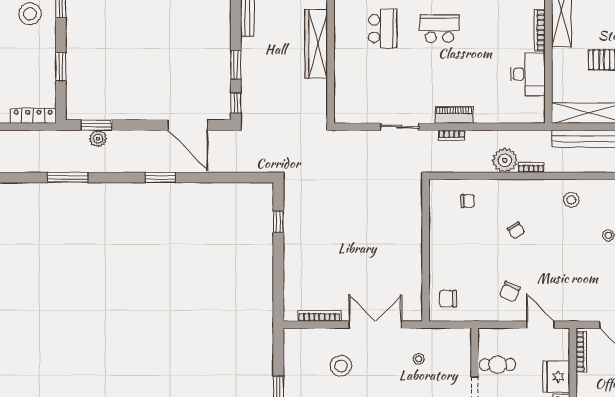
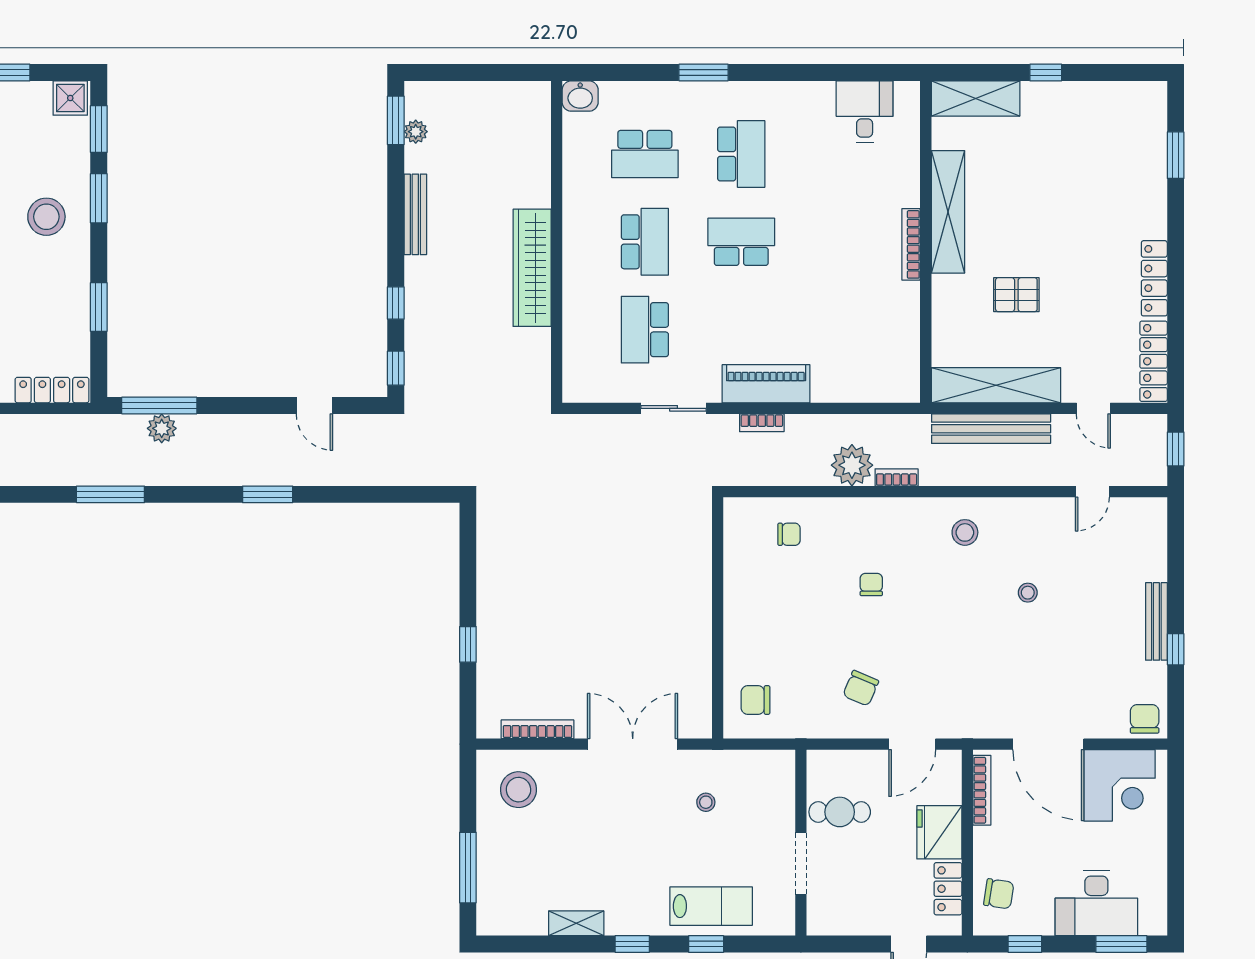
window: (236, 65) -> (396, 303), width x0.67
desk: (528, 74) -> (891, 319), removed
school desk: (383, 80) -> (645, 330), added
piano: (454, 115) -> (766, 384), width x1.37, depth x1.33
window: (96, 125) -> (159, 406), width x1.44
door: (188, 125) -> (314, 406), width x0.53
window: (278, 222) -> (468, 644), moved
chair: (516, 231) -> (871, 584), turned -148
door: (540, 325) -> (912, 744), swing flipped
stool: (341, 366) -> (518, 790), moved

